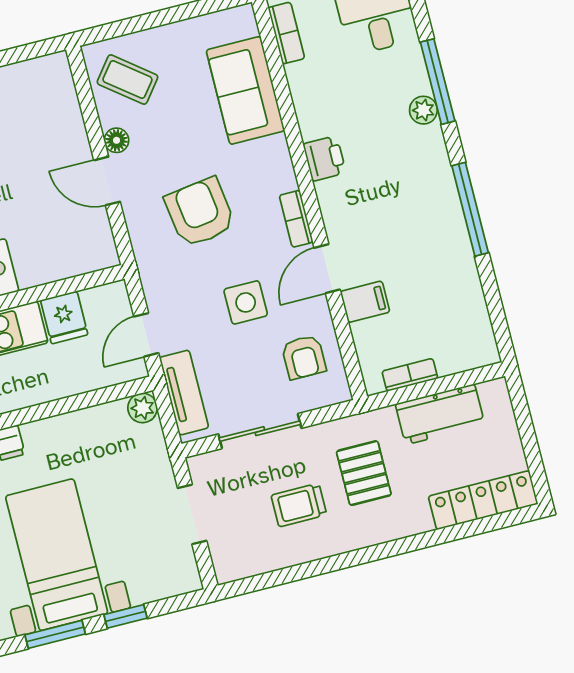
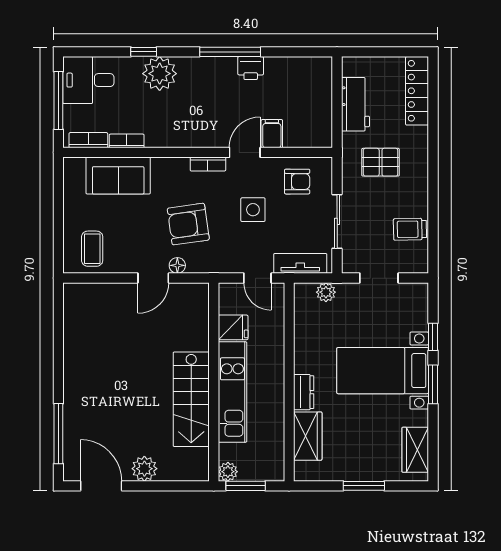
coffee table: (127, 80) -> (92, 249), turned -38
window: (438, 82) -> (144, 52), width x0.46
plant: (423, 110) -> (160, 74), width x1.88, depth x1.88
floor lamp: (117, 140) -> (177, 265), moved
printer: (324, 158) -> (251, 68), moved, turned 180
door: (327, 269) -> (245, 152), swing flipped
bookcase: (410, 375) -> (127, 141), moved, turned 90
plant: (143, 408) -> (326, 292), moved
trolley: (299, 505) -> (410, 229), moved, turned 89

